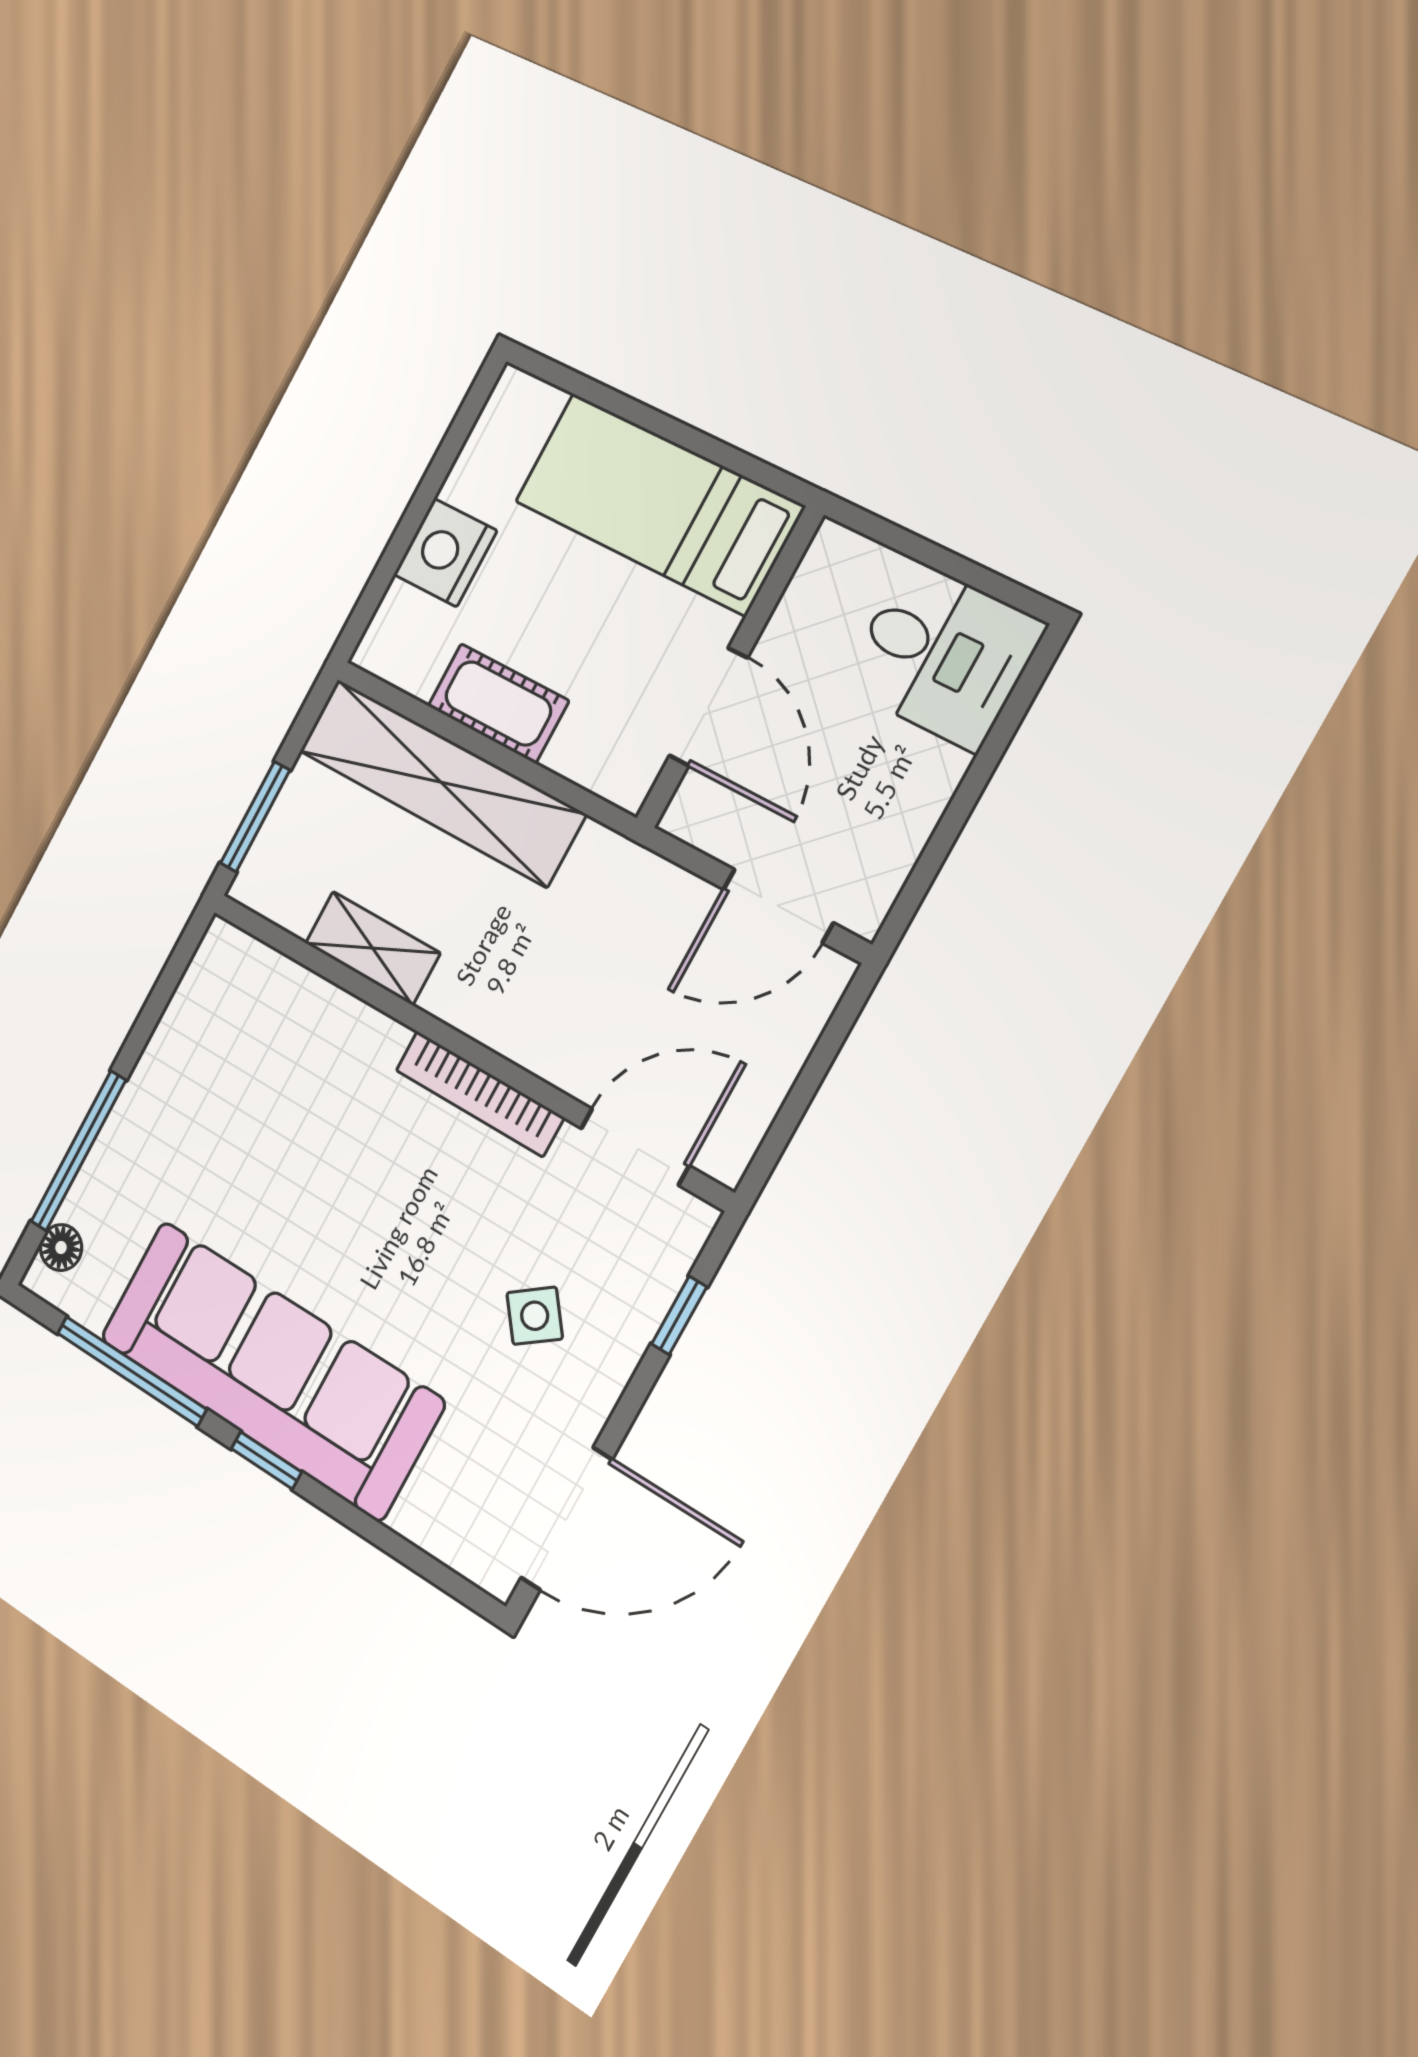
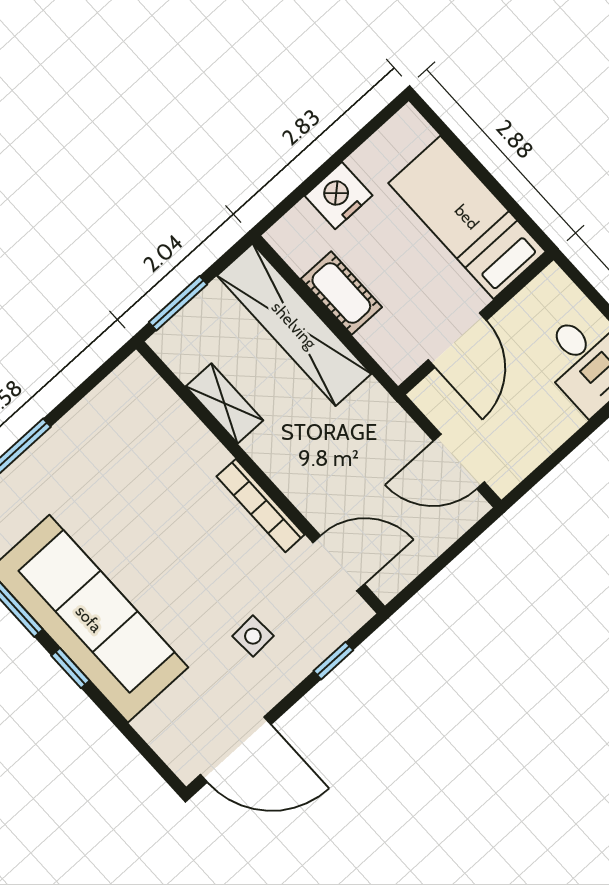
side table: (535, 1316) -> (253, 636), turned 34

